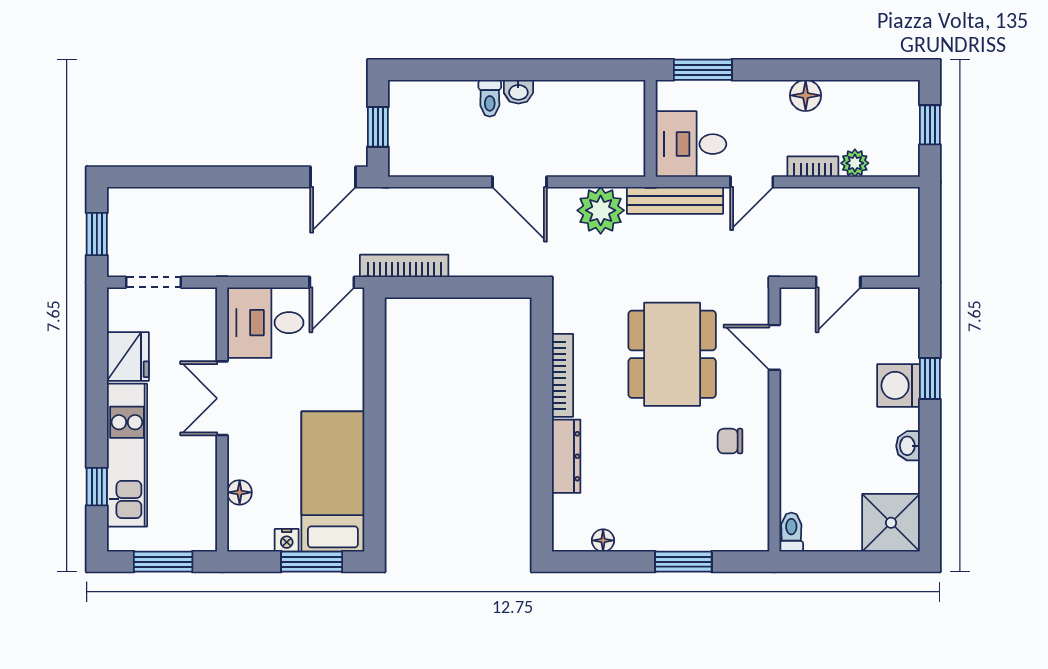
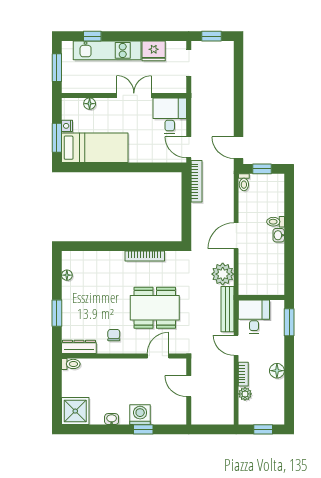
toilet: (406, 165) -> (244, 182), added
dresser: (566, 456) -> (79, 347), moved, turned 180

